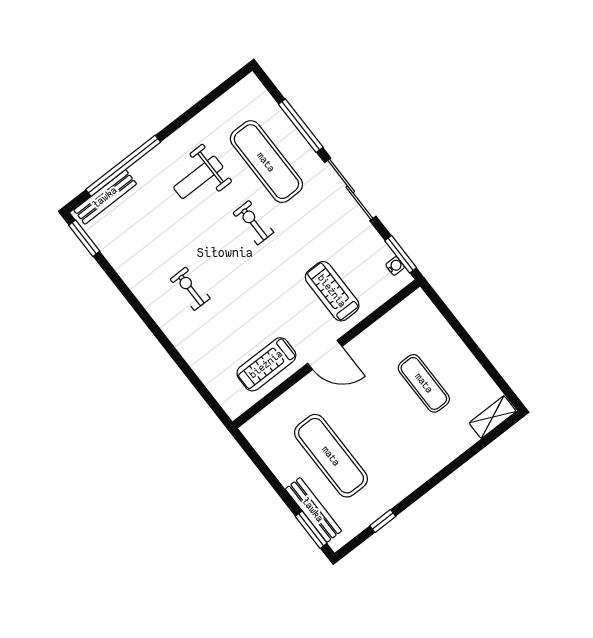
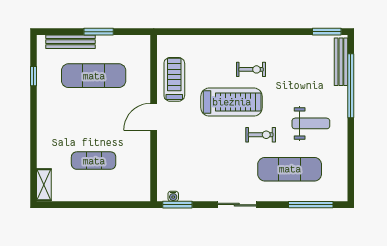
window: (301, 126) -> (311, 205), moved
weight bench: (198, 177) -> (311, 123), turned 90
sliding door: (350, 189) -> (237, 205), width x0.73
treadmill: (332, 291) -> (232, 102), moved, width x1.37, depth x1.38
window: (311, 530) -> (99, 32), moved

